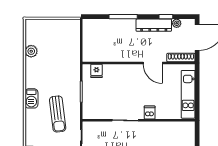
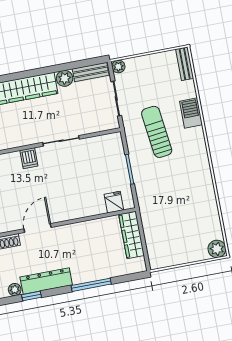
wardrobe: (89, 46) -> (132, 235), added
plant: (31, 51) -> (217, 249), moved
door: (153, 63) -> (38, 228), hinge flipped
barbecue: (31, 98) -> (191, 113), moved

